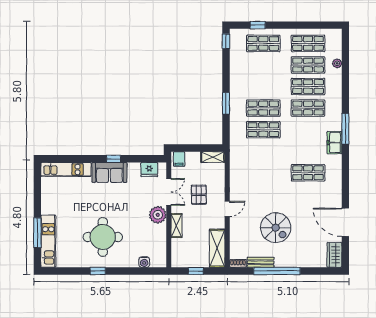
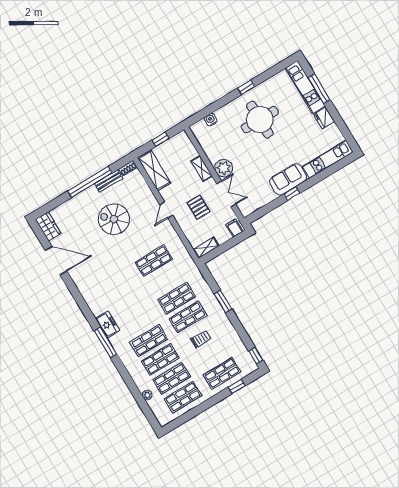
trolley: (264, 83) -> (201, 339), added
fridge: (149, 170) -> (324, 118), moved, turned -90
shop shelf: (308, 173) -> (154, 261), moved
double door: (169, 192) -> (226, 194), swing flipped

